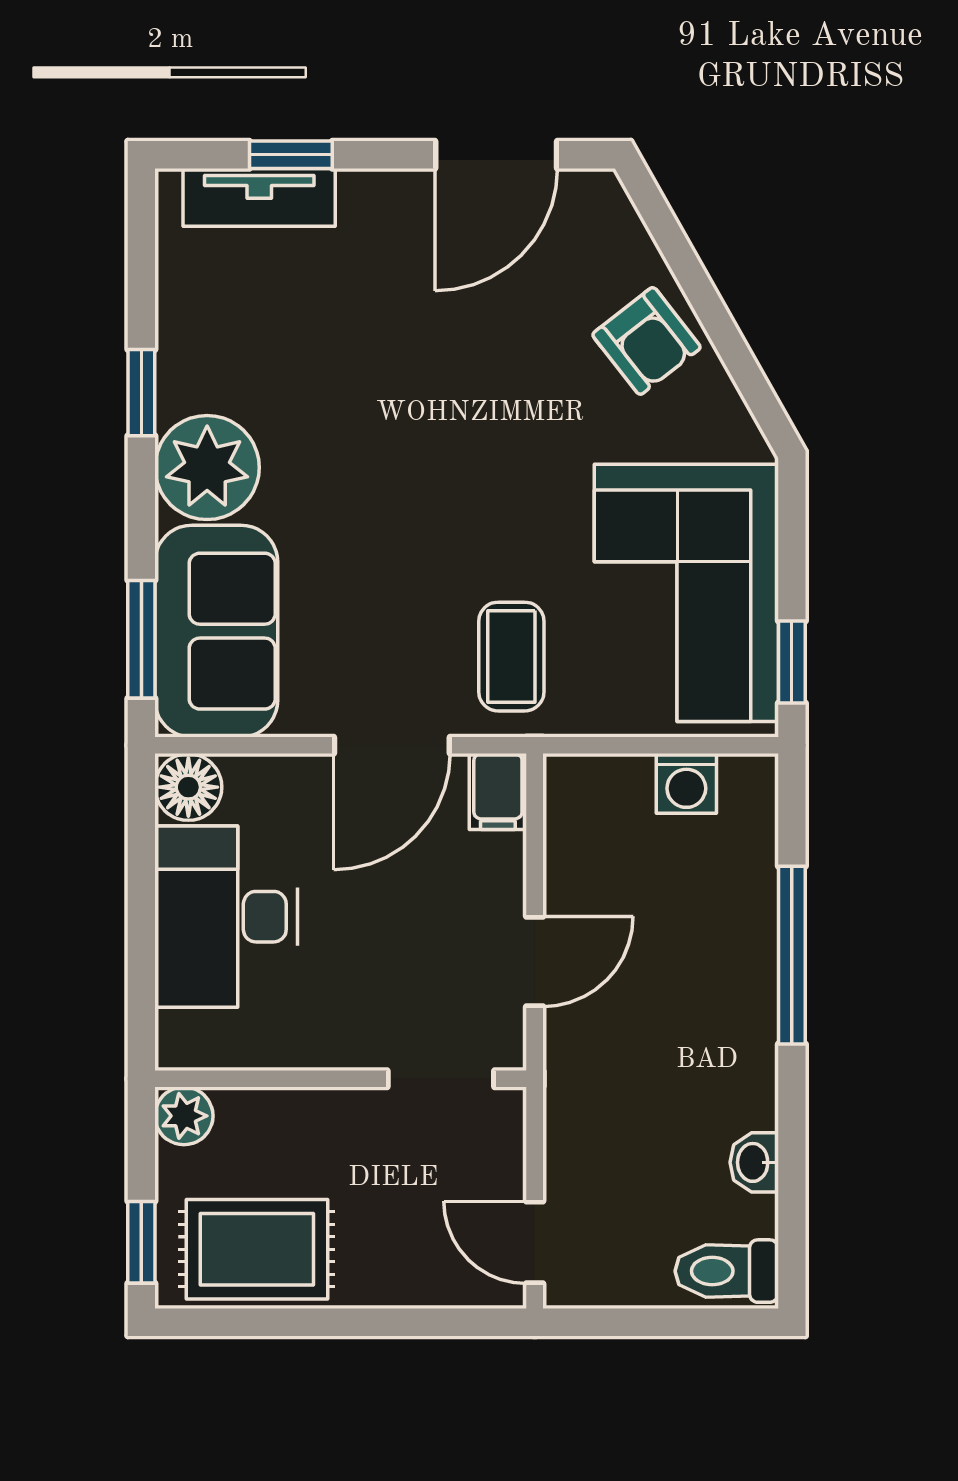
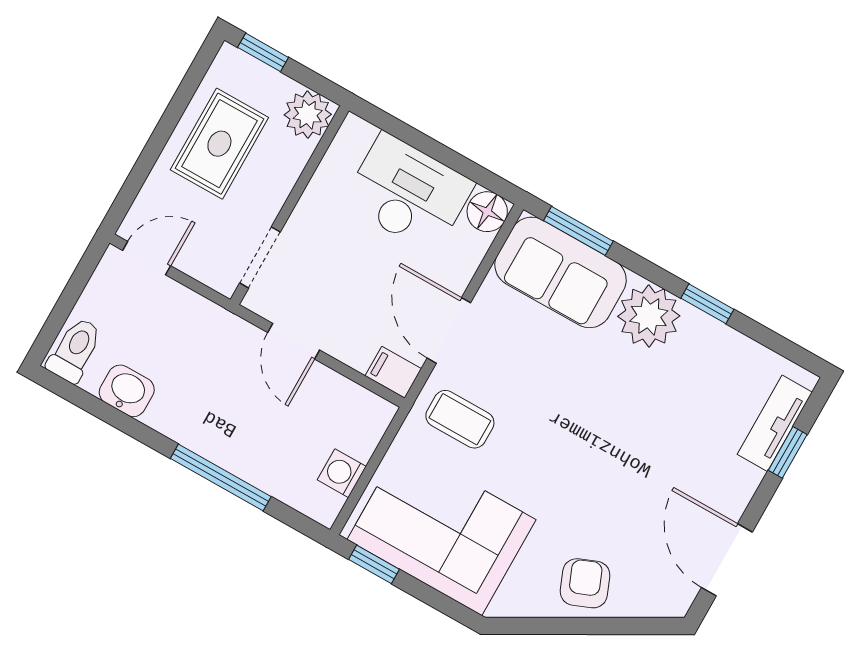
armchair: (646, 341) -> (585, 583), turned 106
plant: (184, 1116) -> (308, 115), width x1.38, depth x1.38
washbasin: (754, 1162) -> (127, 391), width x1.38, depth x1.45
rug: (257, 1249) -> (219, 144), moved

